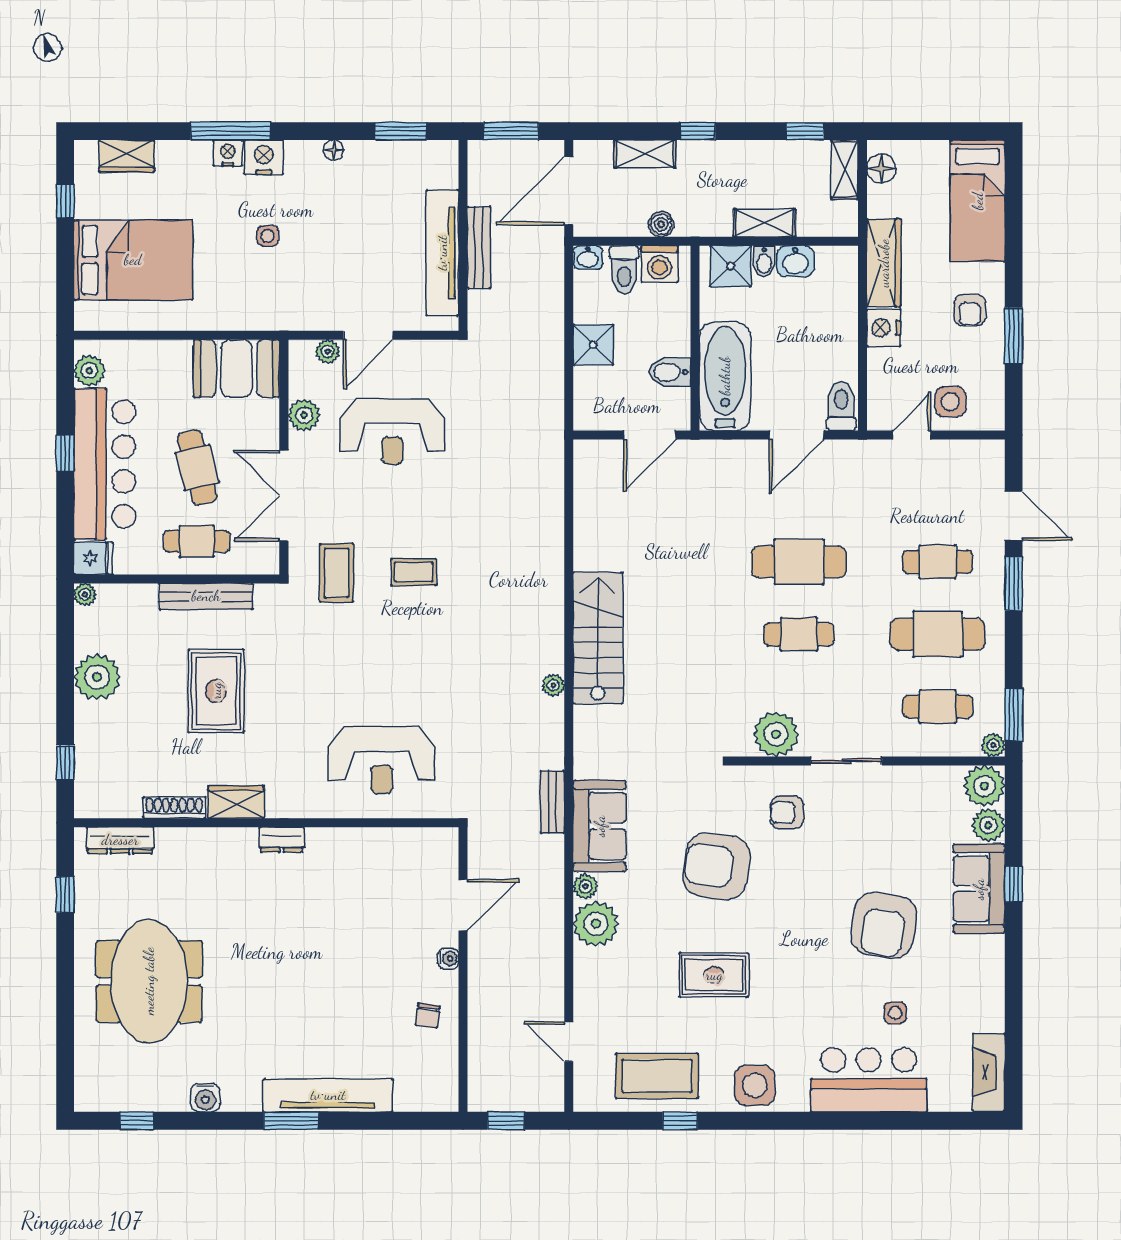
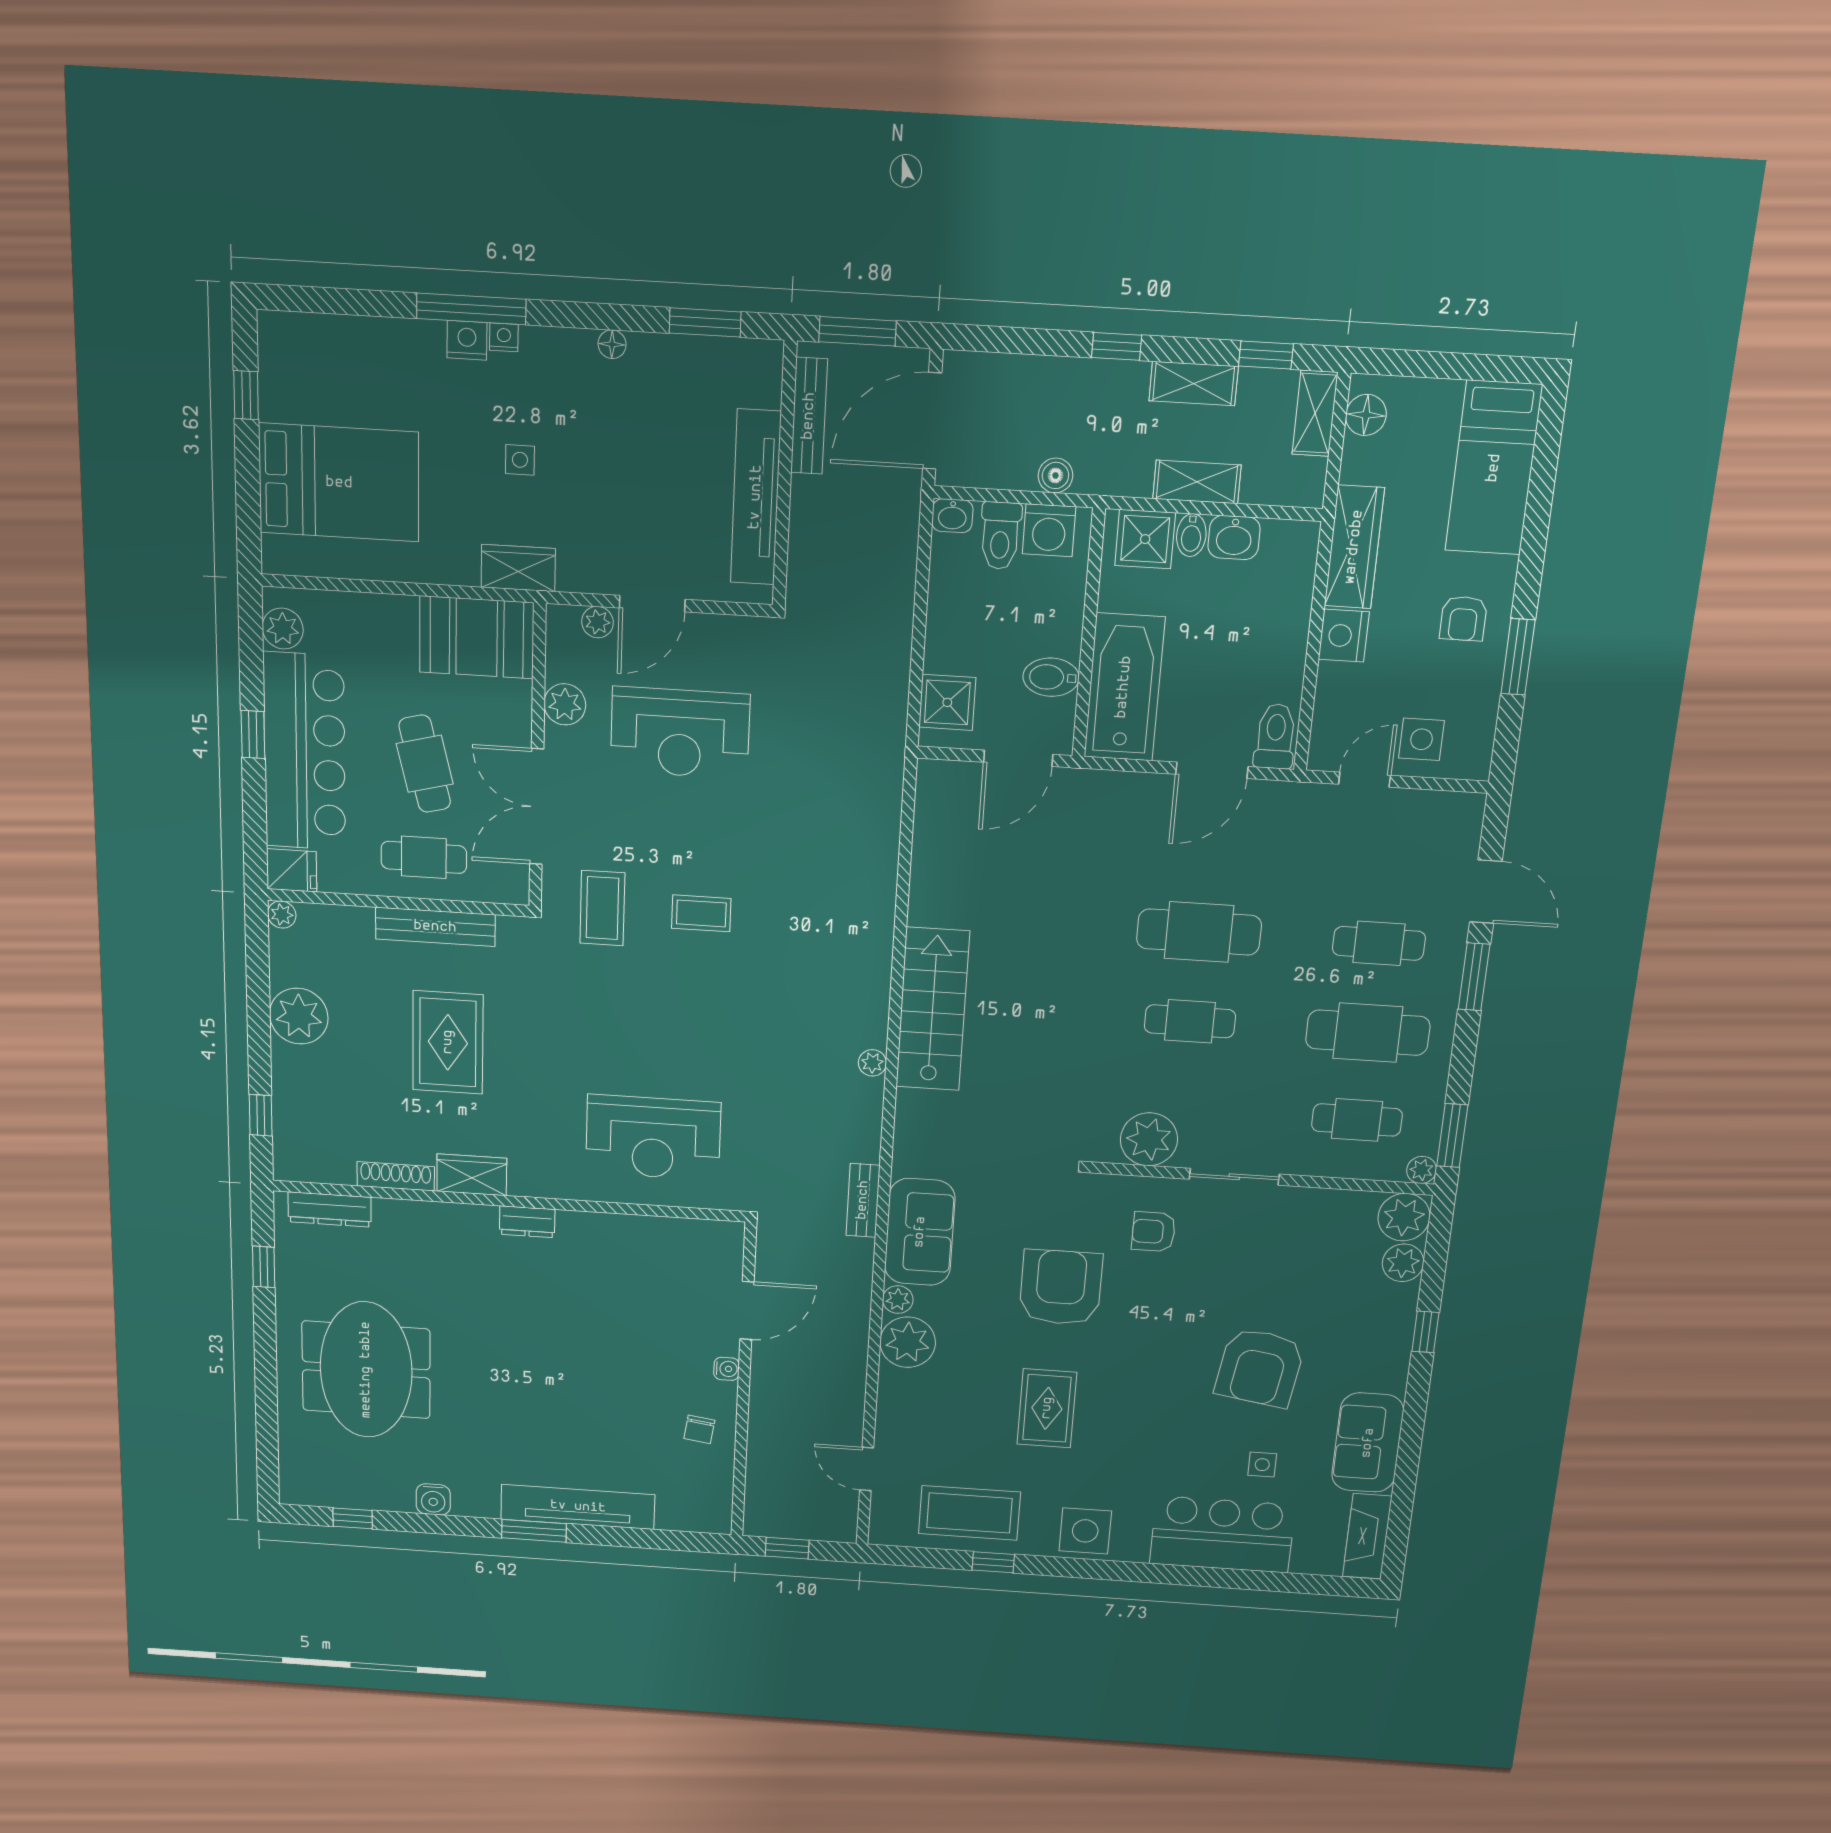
shelving: (645, 154) -> (1194, 384), moved
wardrobe: (127, 156) -> (518, 568), moved, turned 180
nightstand: (264, 157) -> (504, 337), width x0.53, depth x0.56
bench: (479, 247) -> (809, 416), moved
shower: (593, 345) -> (947, 702), moved
armchair: (717, 866) -> (1061, 1287), turned 83
sofa: (979, 889) -> (1368, 1443), moved
rug: (714, 975) -> (1047, 1408), turned 90

